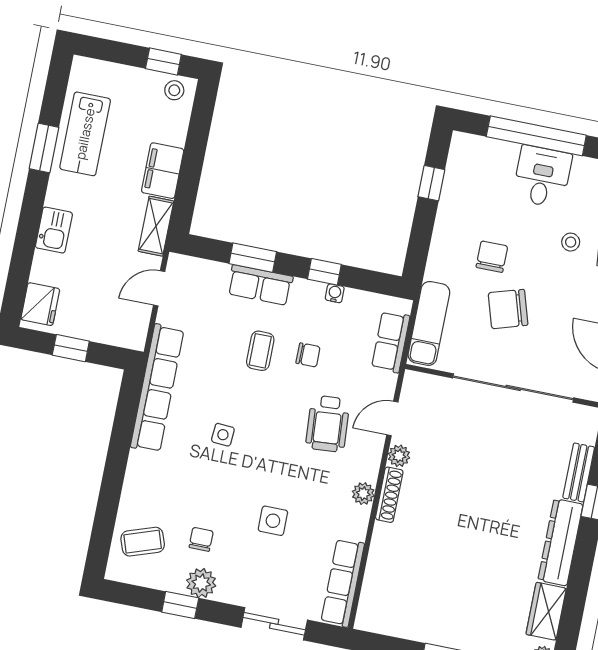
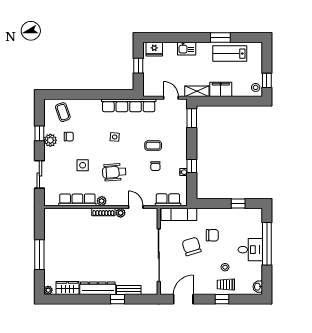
window: (253, 258) -> (192, 118), moved
row of seats: (260, 285) -> (181, 140), removed
wheelchair: (328, 424) -> (114, 172), moved
row of seats: (343, 583) -> (77, 200), moved

